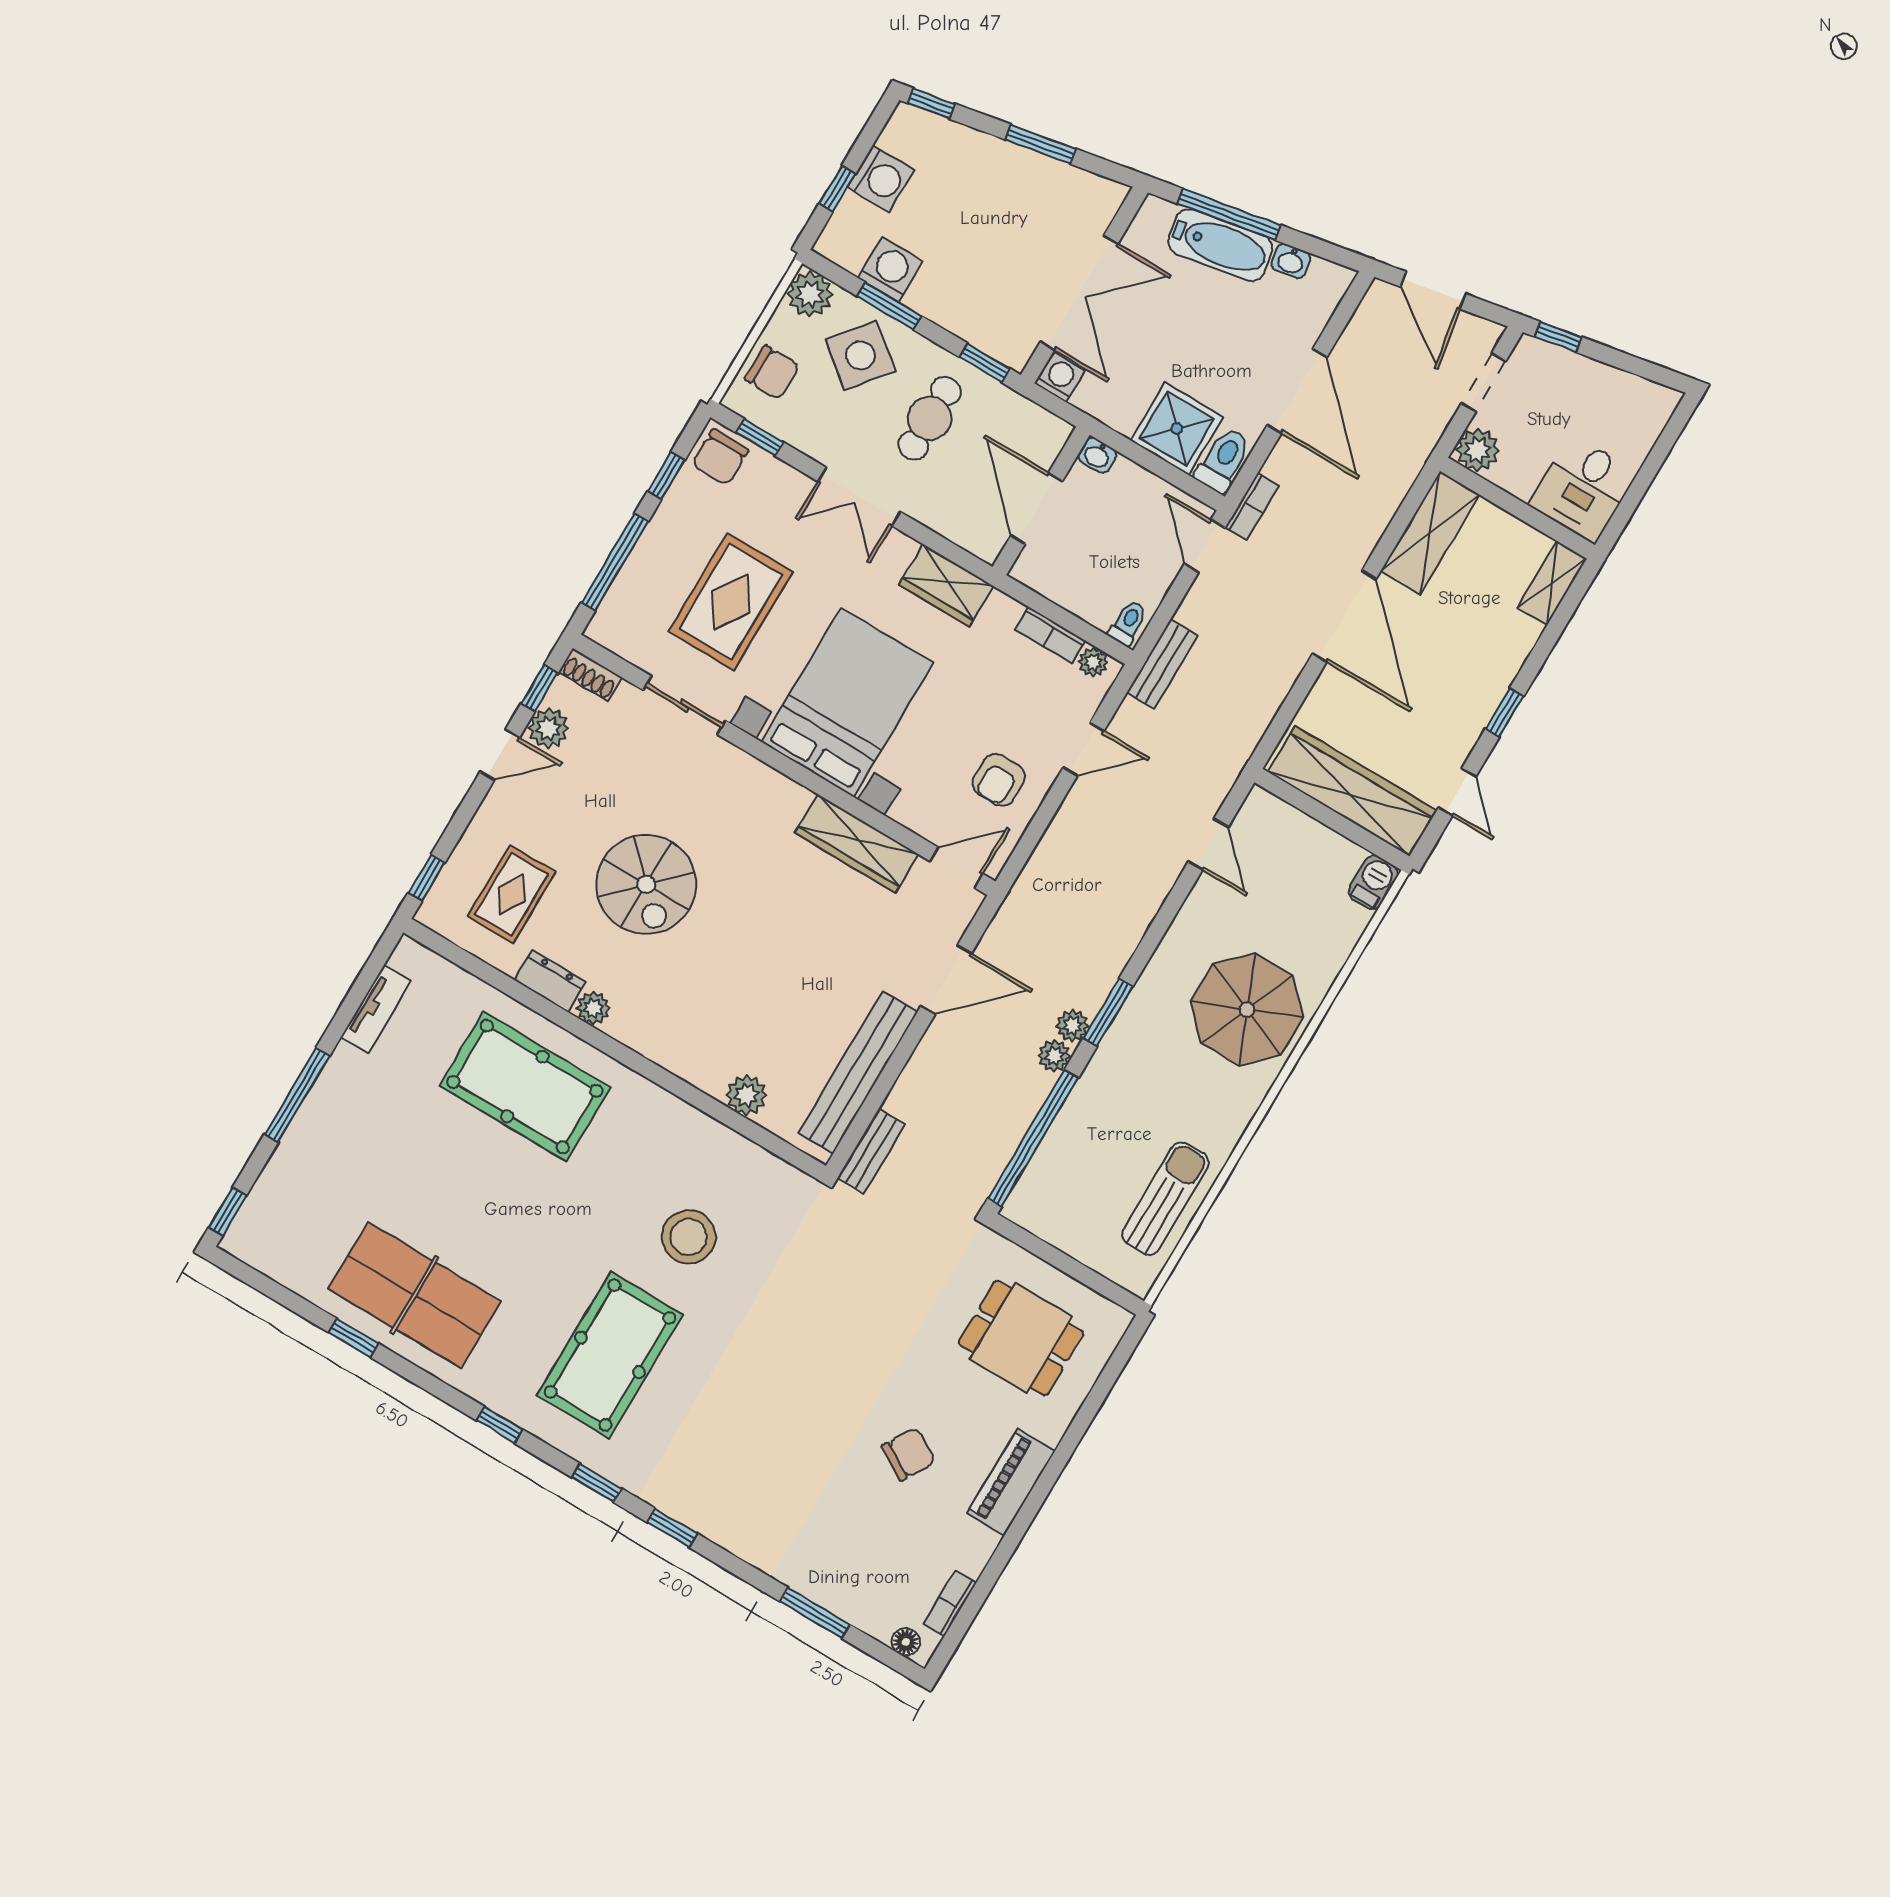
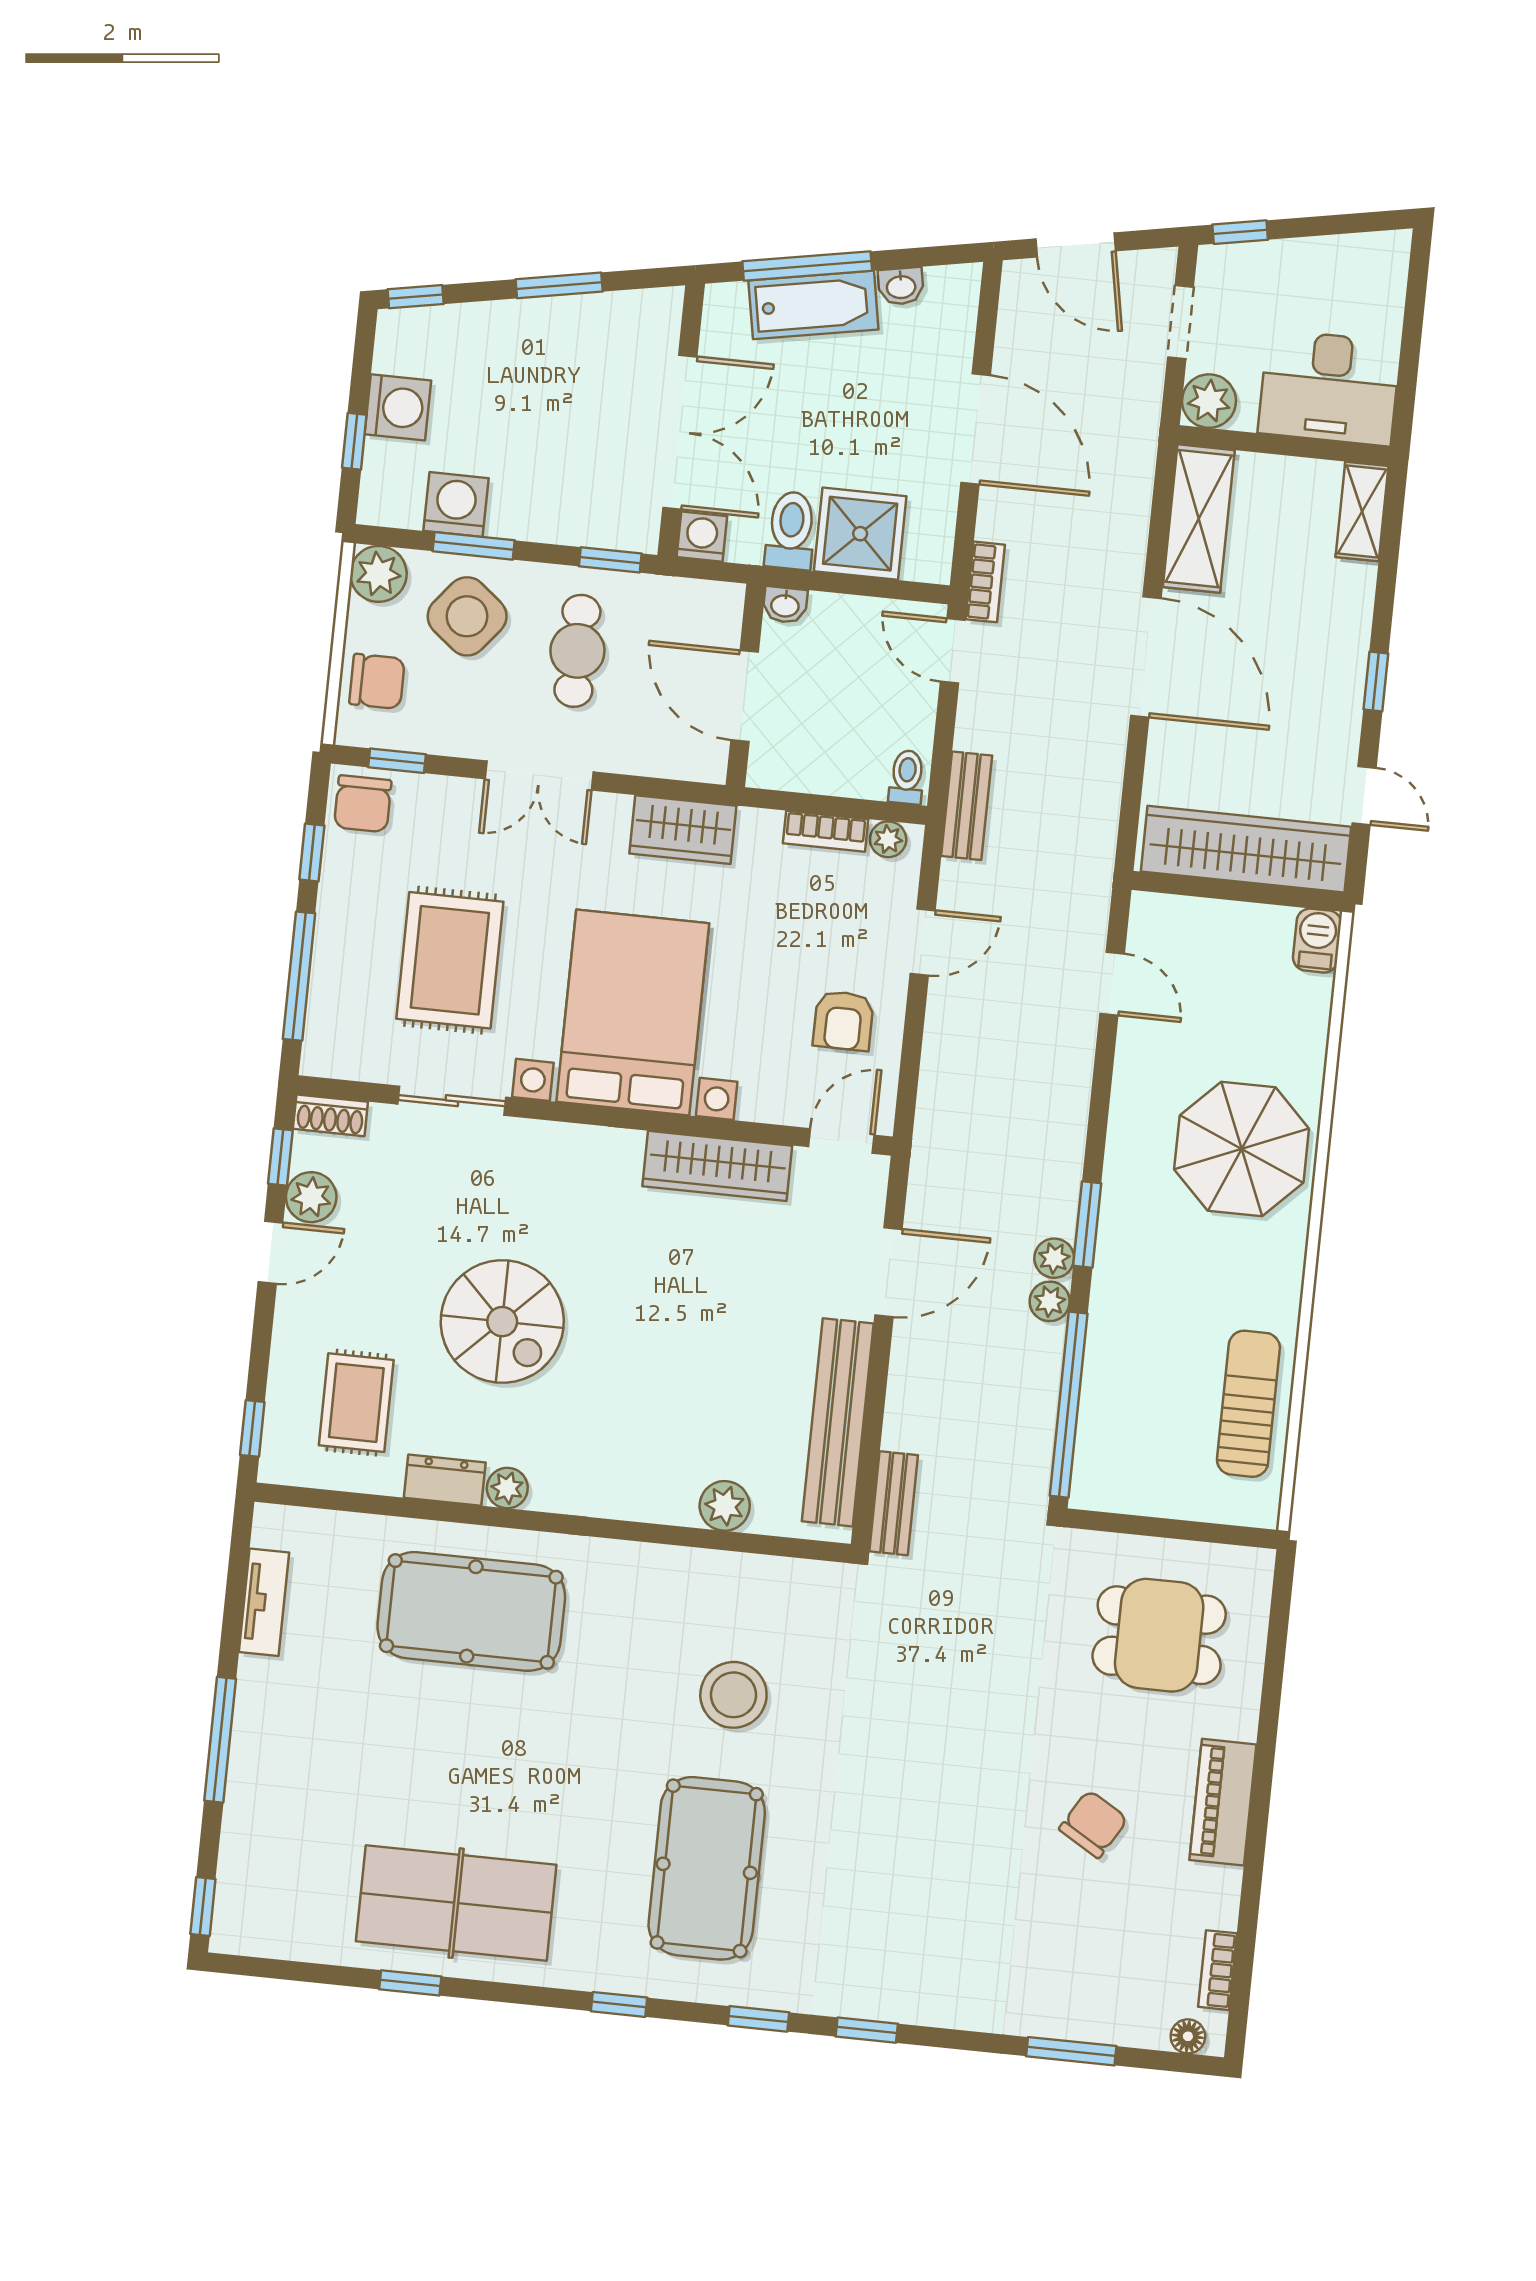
toilet: (1223, 460) -> (791, 530), moved
desk: (1583, 489) -> (1329, 388), width x1.37

